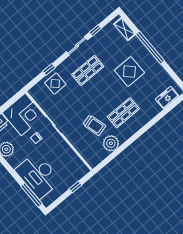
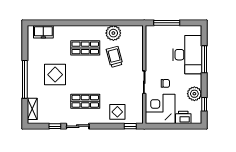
window: (49, 69) -> (130, 126), moved
window: (75, 187) -> (167, 23), width x2.17
window: (32, 195) -> (204, 59), moved

